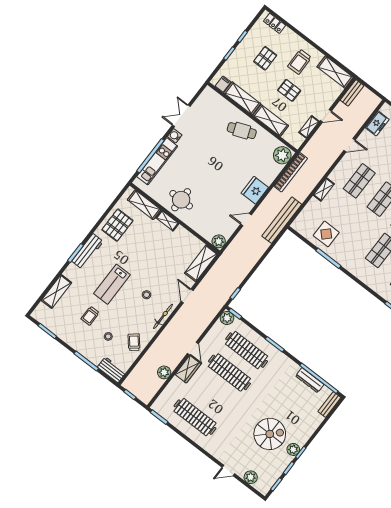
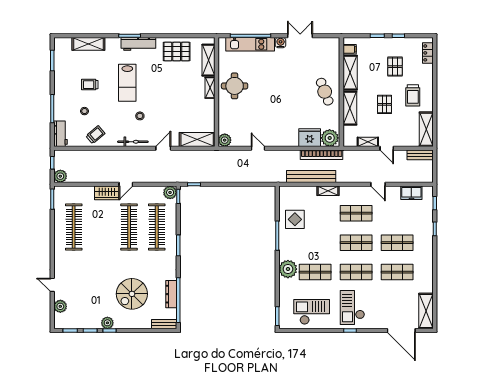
pallet: (265, 58) -> (395, 67), turned 90
trolley: (299, 62) -> (413, 95), turned -89
fridge: (255, 190) -> (310, 138), moved
bench: (282, 220) -> (311, 176), moved
plant: (362, 270) -> (288, 269), added
lab bench: (112, 284) -> (127, 83), turned -90
plant: (164, 372) -> (60, 176), moved
spiral stairs: (270, 434) -> (132, 294), moved, turned 90

